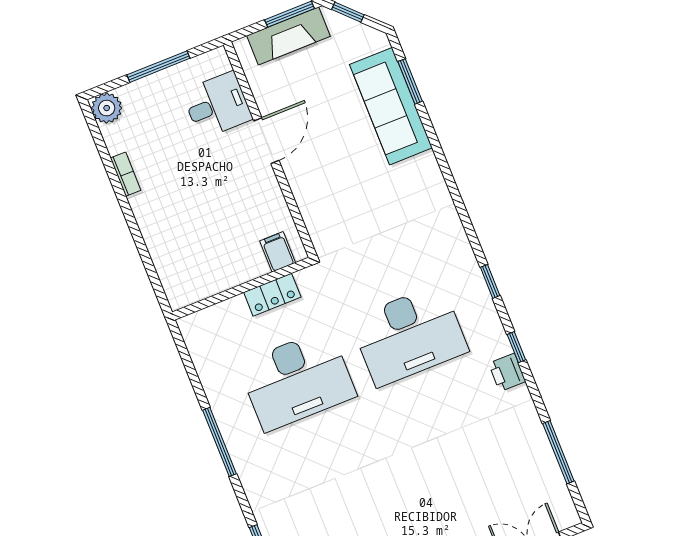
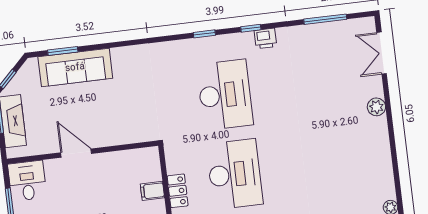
desk: (217, 105) -> (27, 181), moved
filing cabinet: (278, 252) -> (152, 191), moved
locker: (272, 295) -> (178, 191), moved

